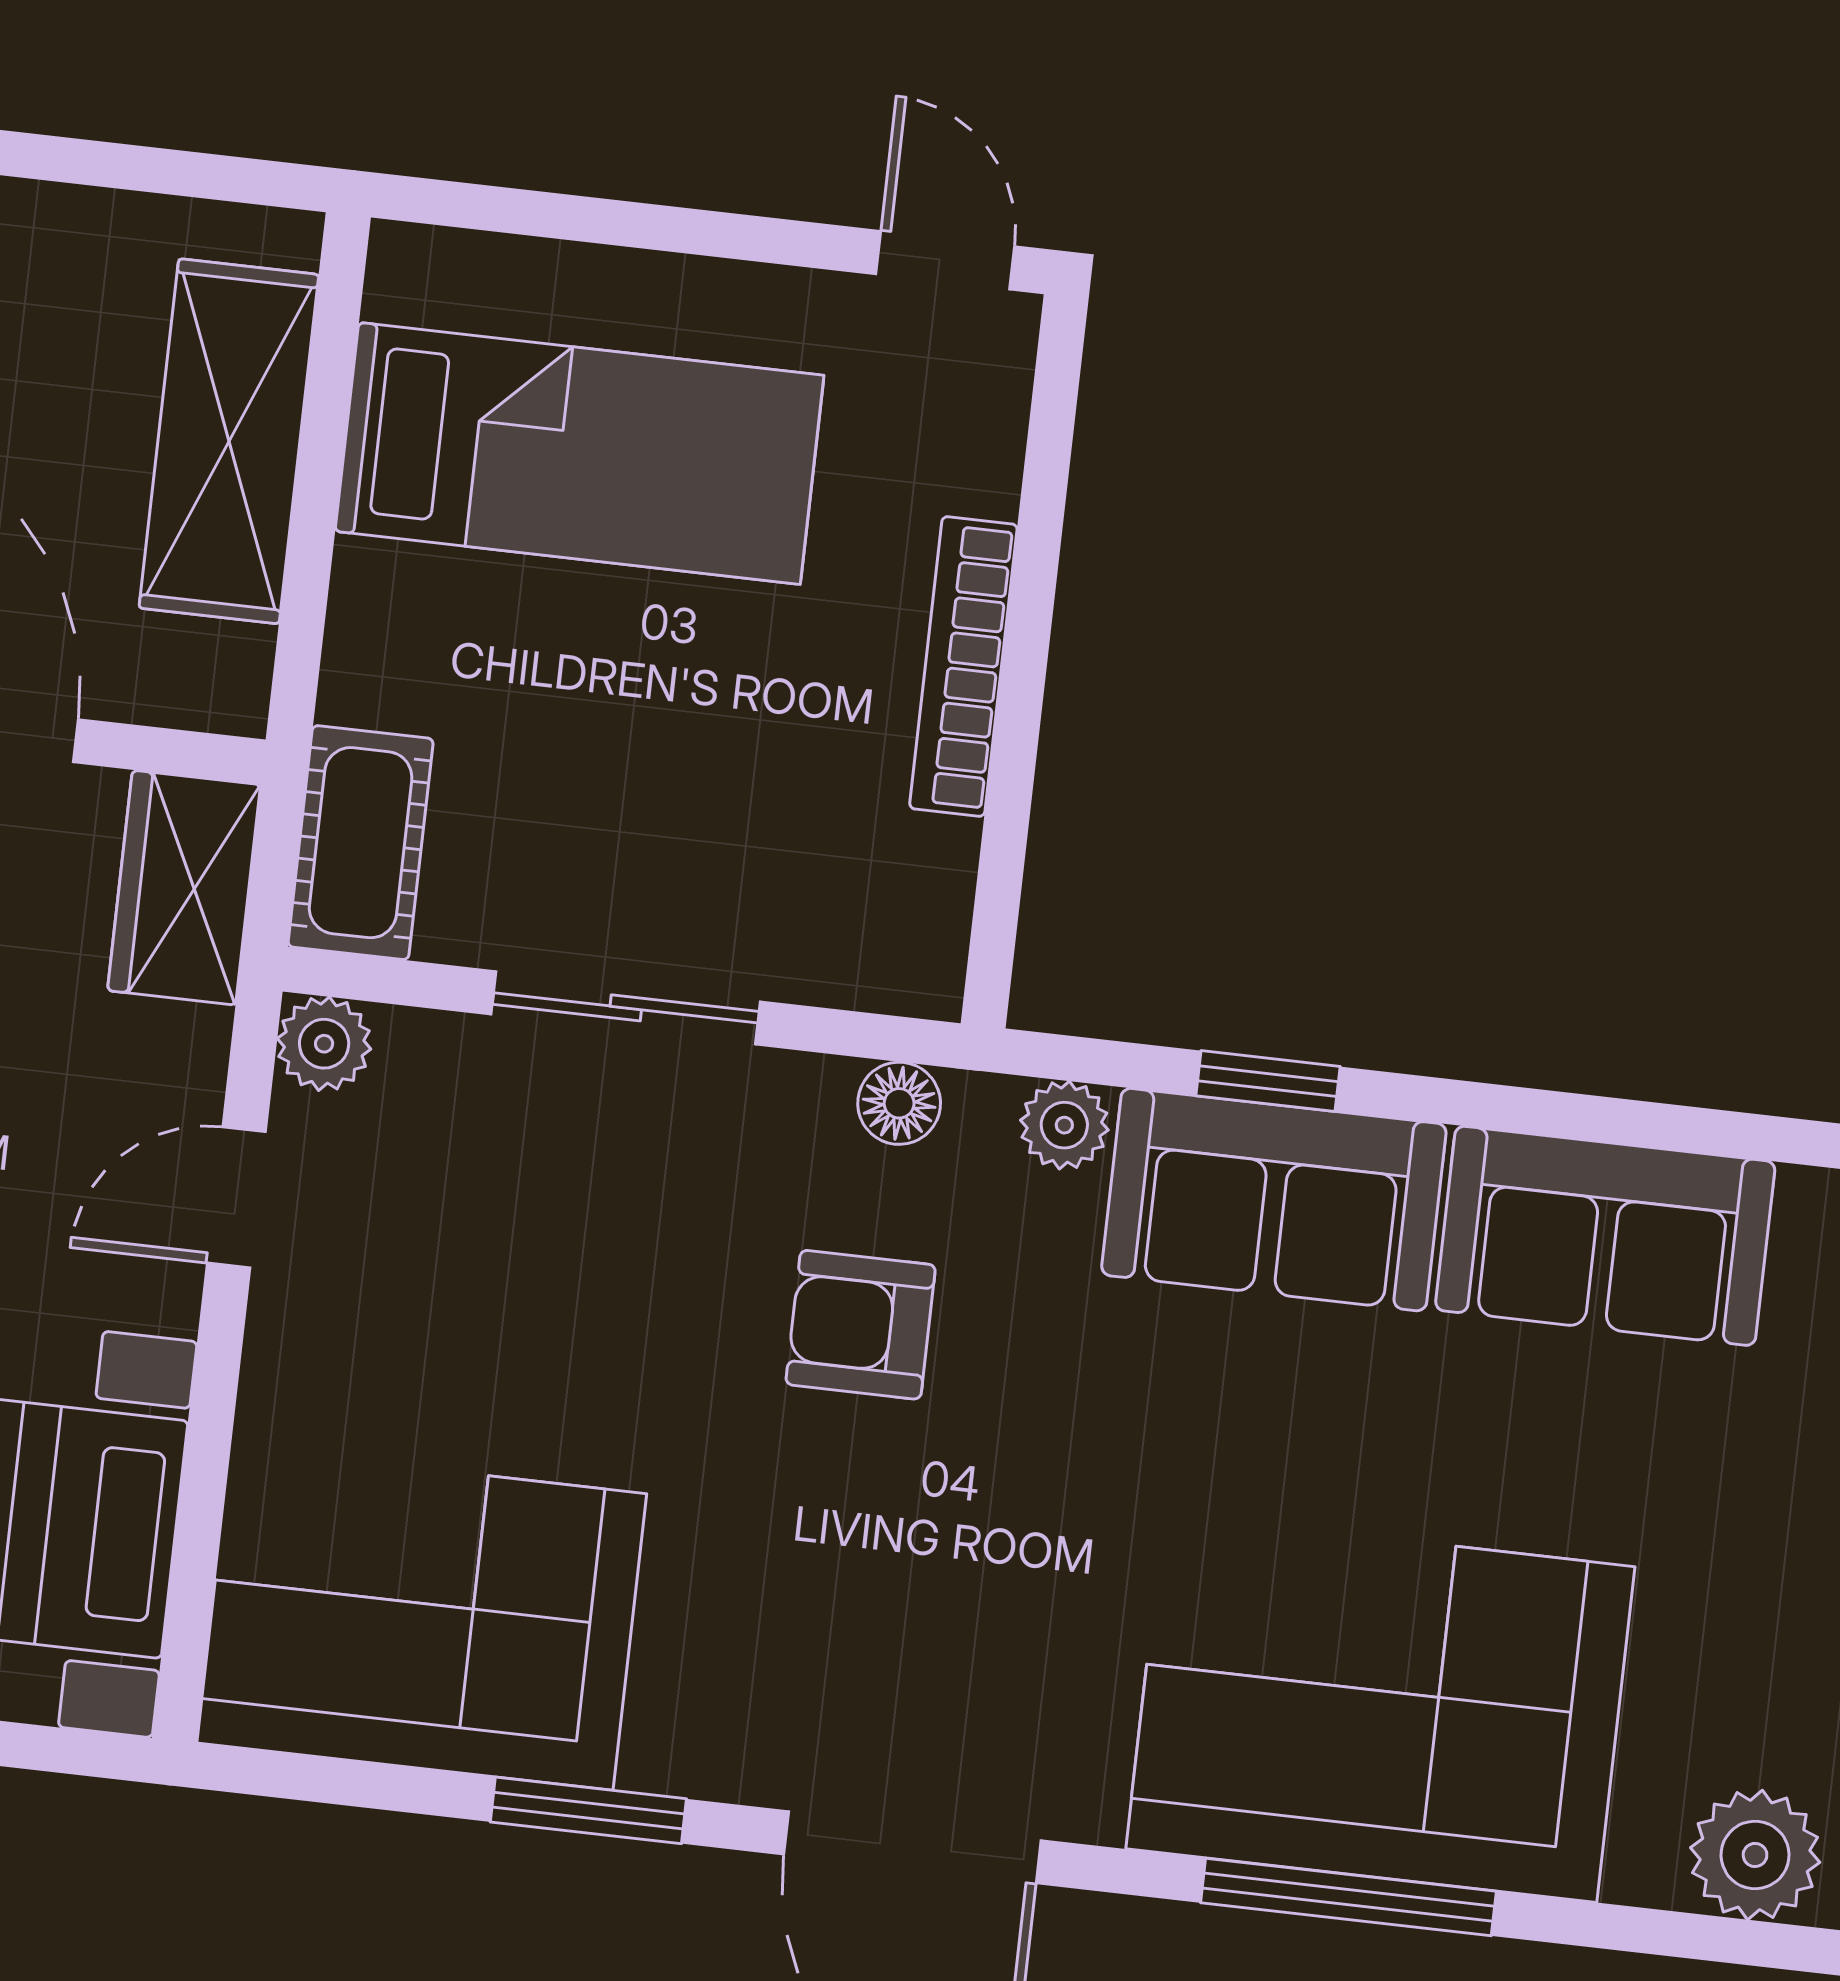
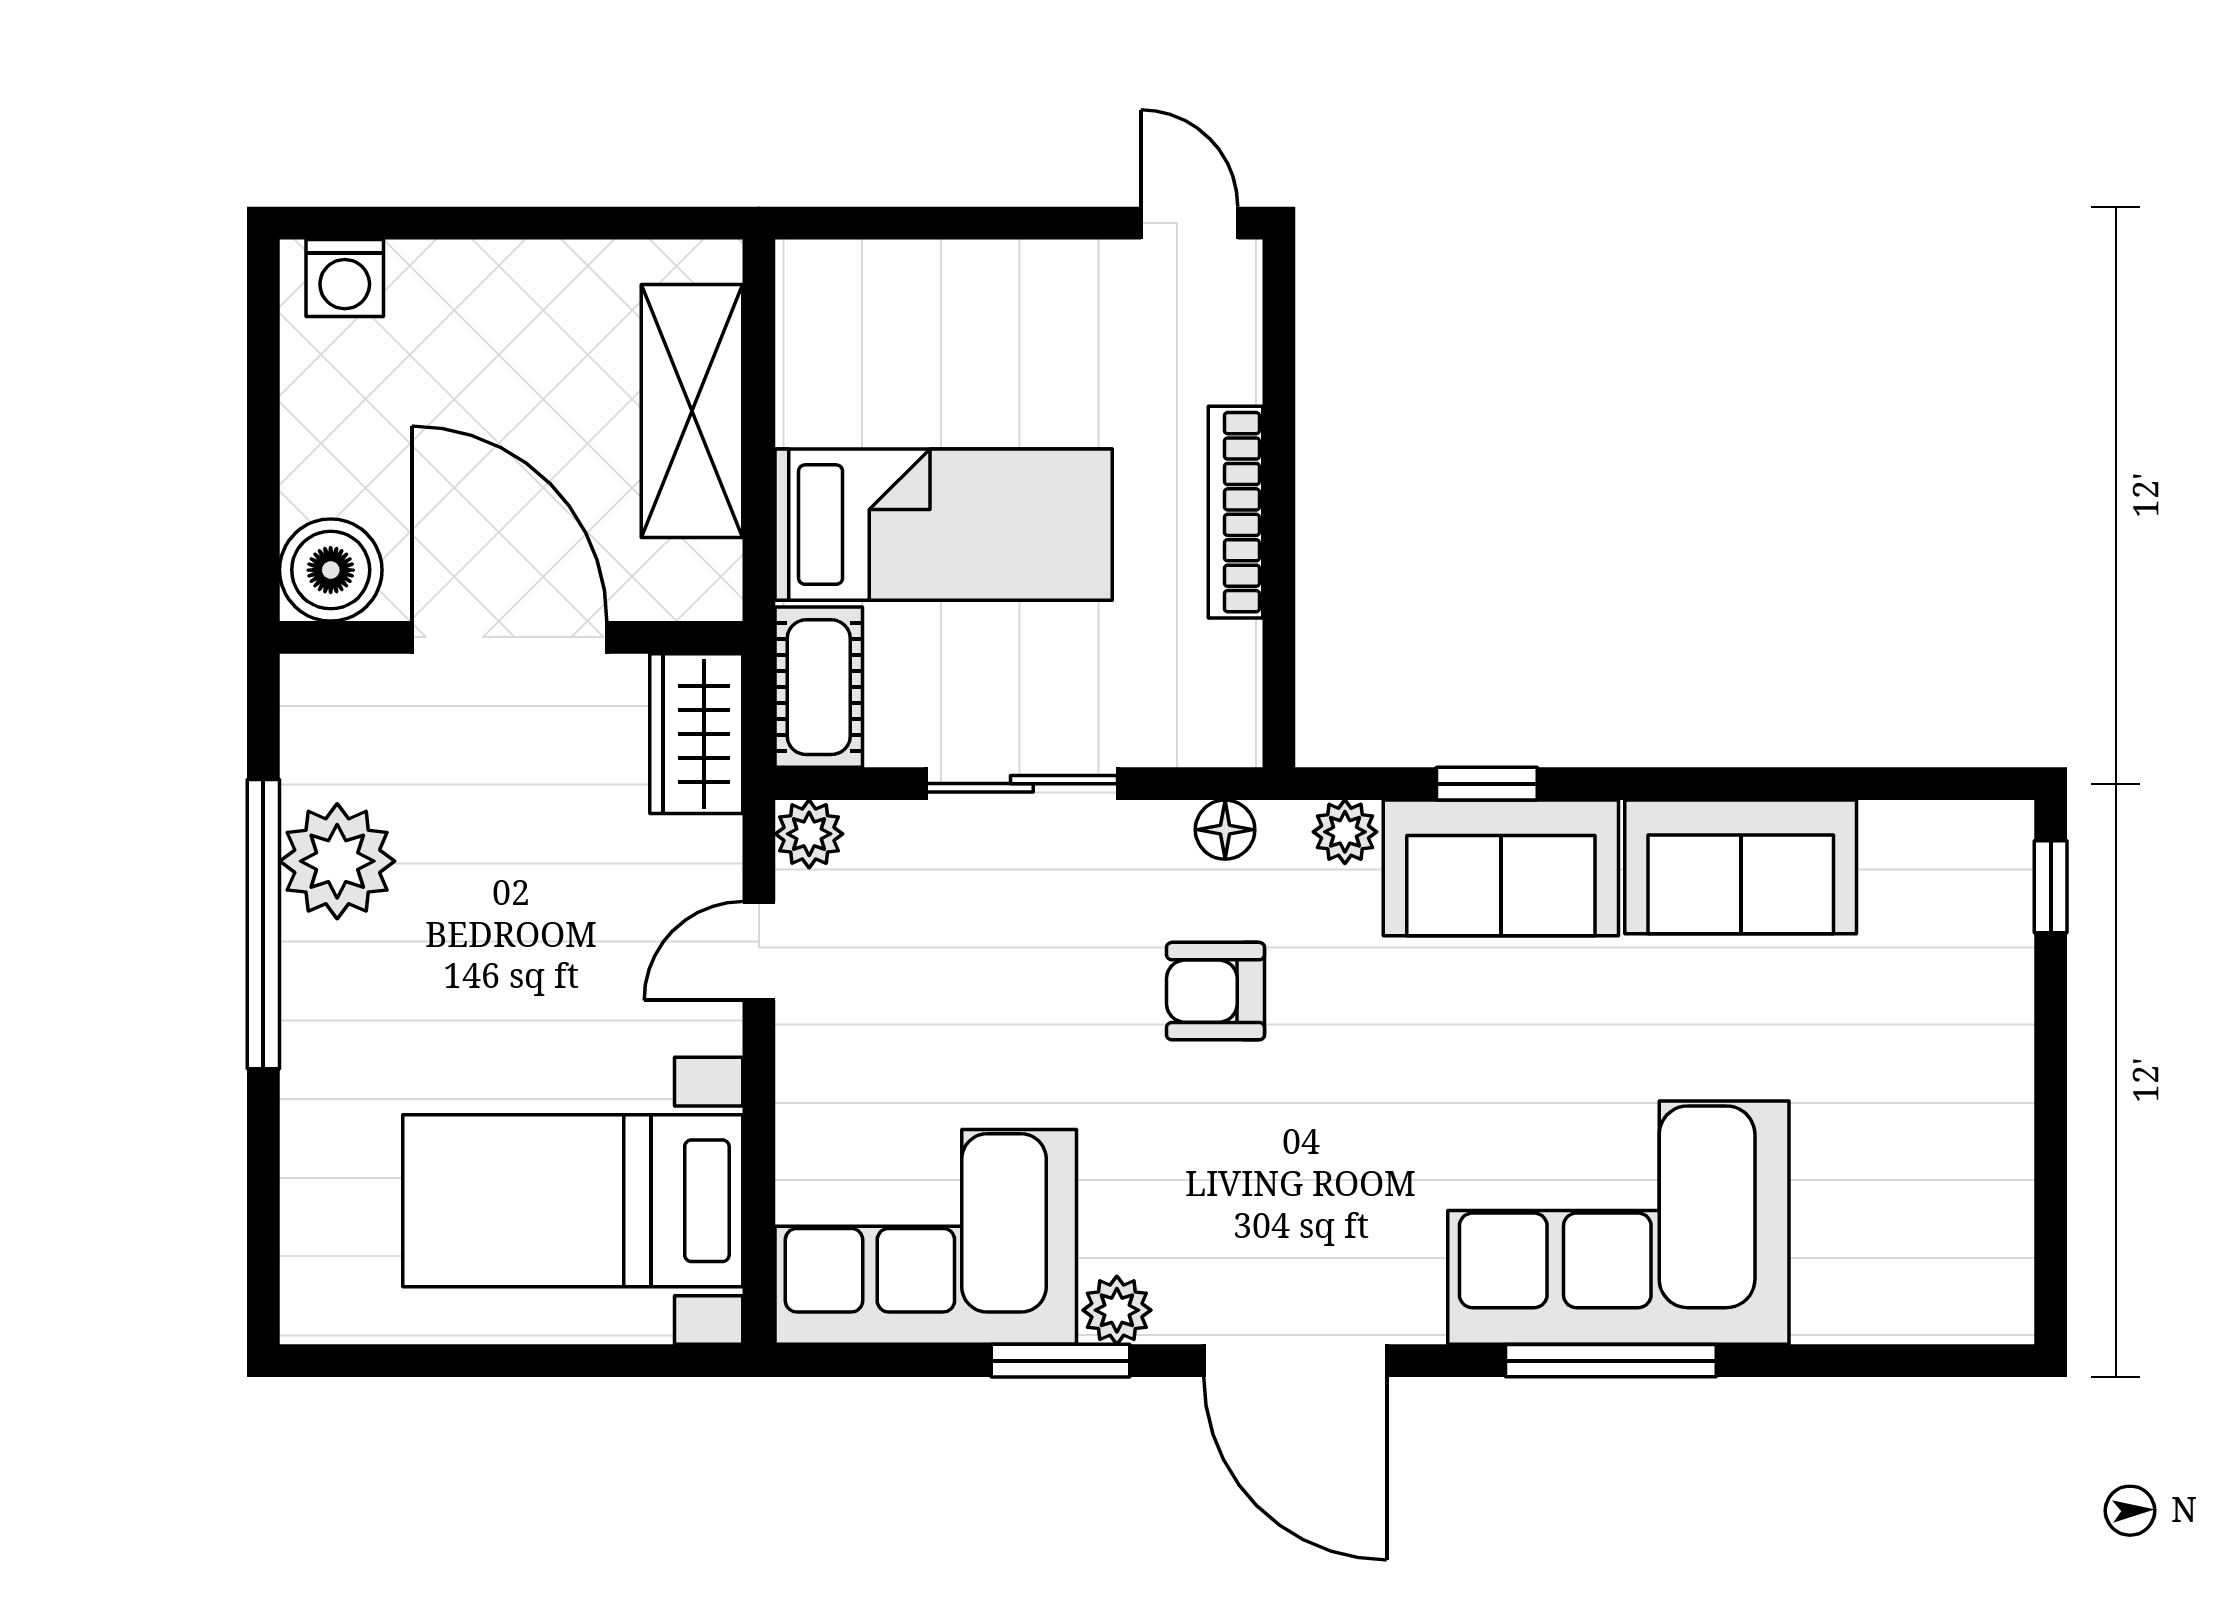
bed: (579, 453) -> (944, 525), moved
plant: (1755, 1855) -> (1117, 1310), moved, width x0.73, depth x0.73

